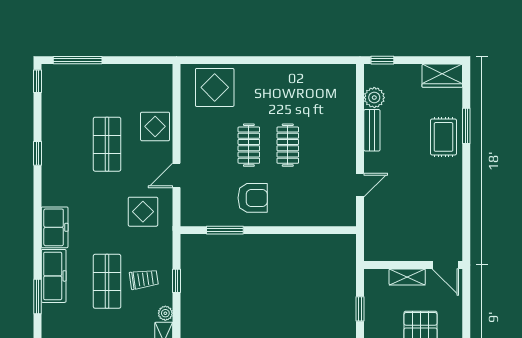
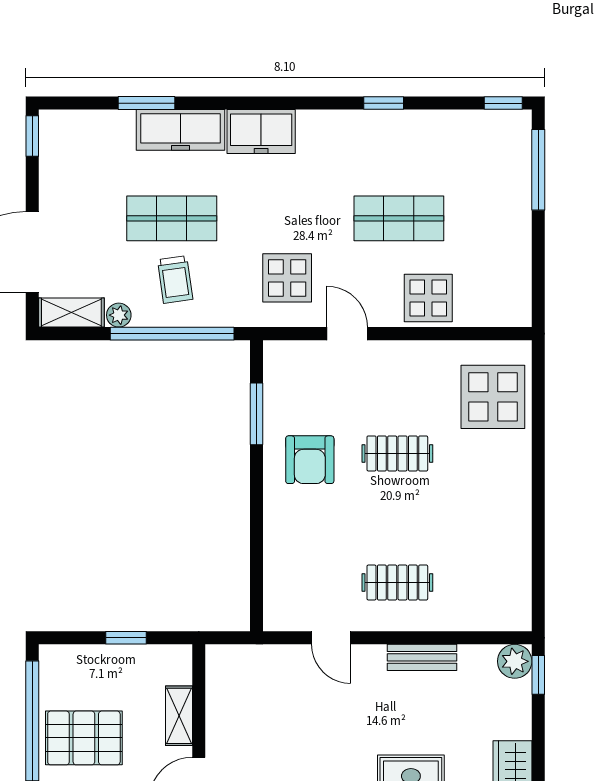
plant: (374, 98) -> (515, 661), moved
clothes rail: (288, 145) -> (397, 582), moved
window: (177, 281) -> (172, 334), width x3.17

